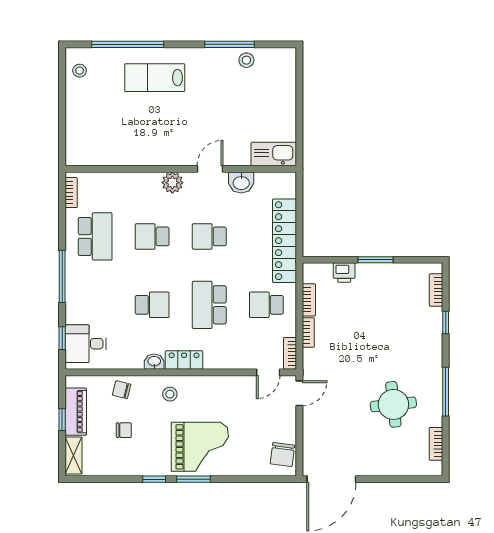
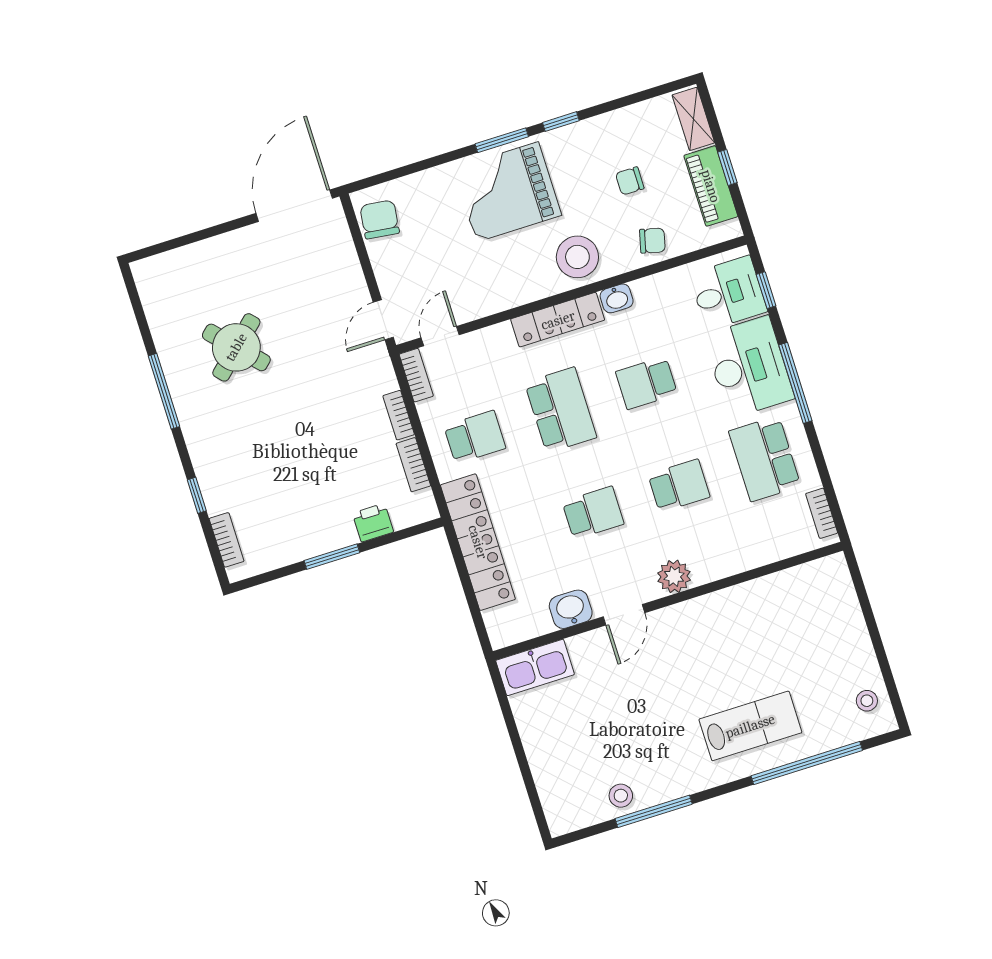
desk: (87, 295) -> (749, 367), added
locker: (184, 360) -> (558, 320), width x1.53
stool: (170, 394) -> (577, 257), width x1.89, depth x1.89
round table: (393, 404) -> (236, 347), turned -37
bookcase: (436, 444) -> (154, 308), removed

